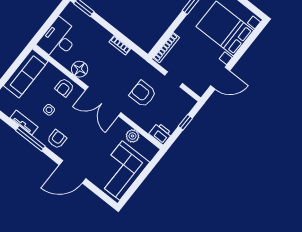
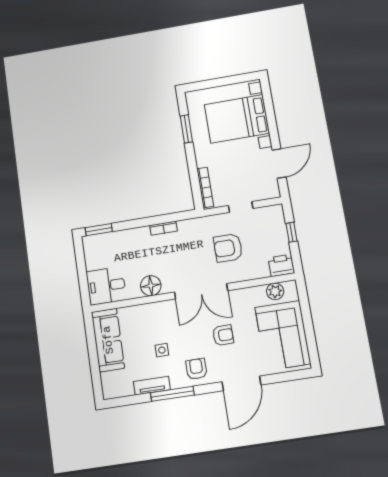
desk: (59, 39) -> (106, 286), width x0.73
armchair: (64, 88) -> (223, 335), moved, turned -91
plant: (132, 136) -> (275, 291), moved

